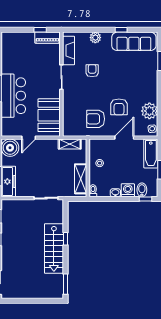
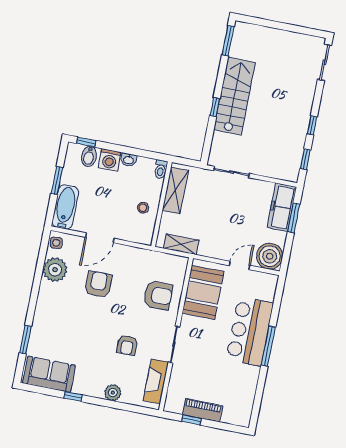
piano: (47, 38) -> (203, 410), moved
sofa: (134, 41) -> (49, 374), width x0.73
armchair: (96, 119) -> (158, 295), moved

